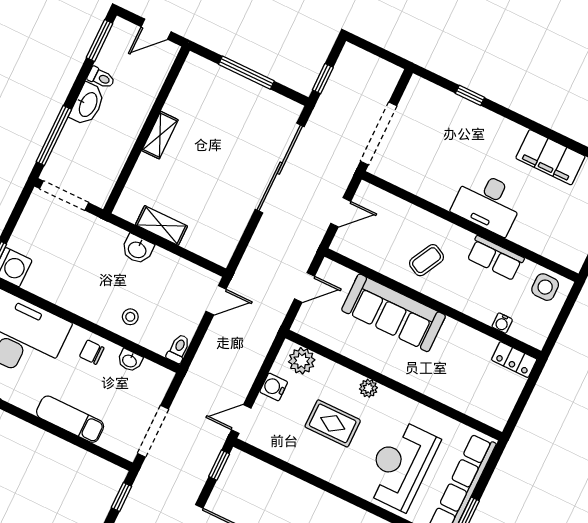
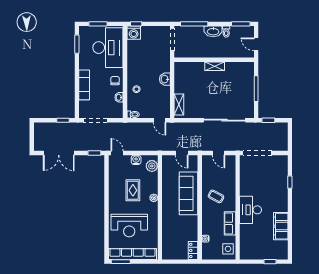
shelving: (161, 225) -> (179, 104), moved
reception desk: (401, 465) -> (129, 225), turned 180

